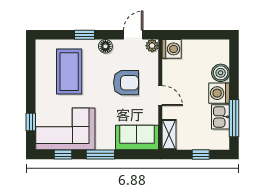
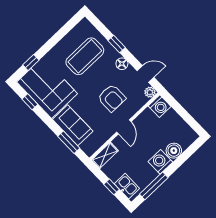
kitchen sink: (220, 117) -> (127, 186), moved, turned 90
sofa: (137, 138) -> (73, 125), moved
window: (100, 155) -> (69, 142), moved

